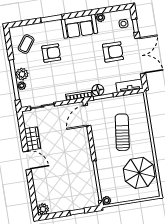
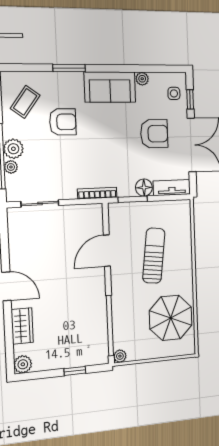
floor lamp: (98, 90) -> (144, 188), moved
door: (87, 116) -> (107, 251), moved
wardrobe: (33, 139) -> (22, 326), moved

